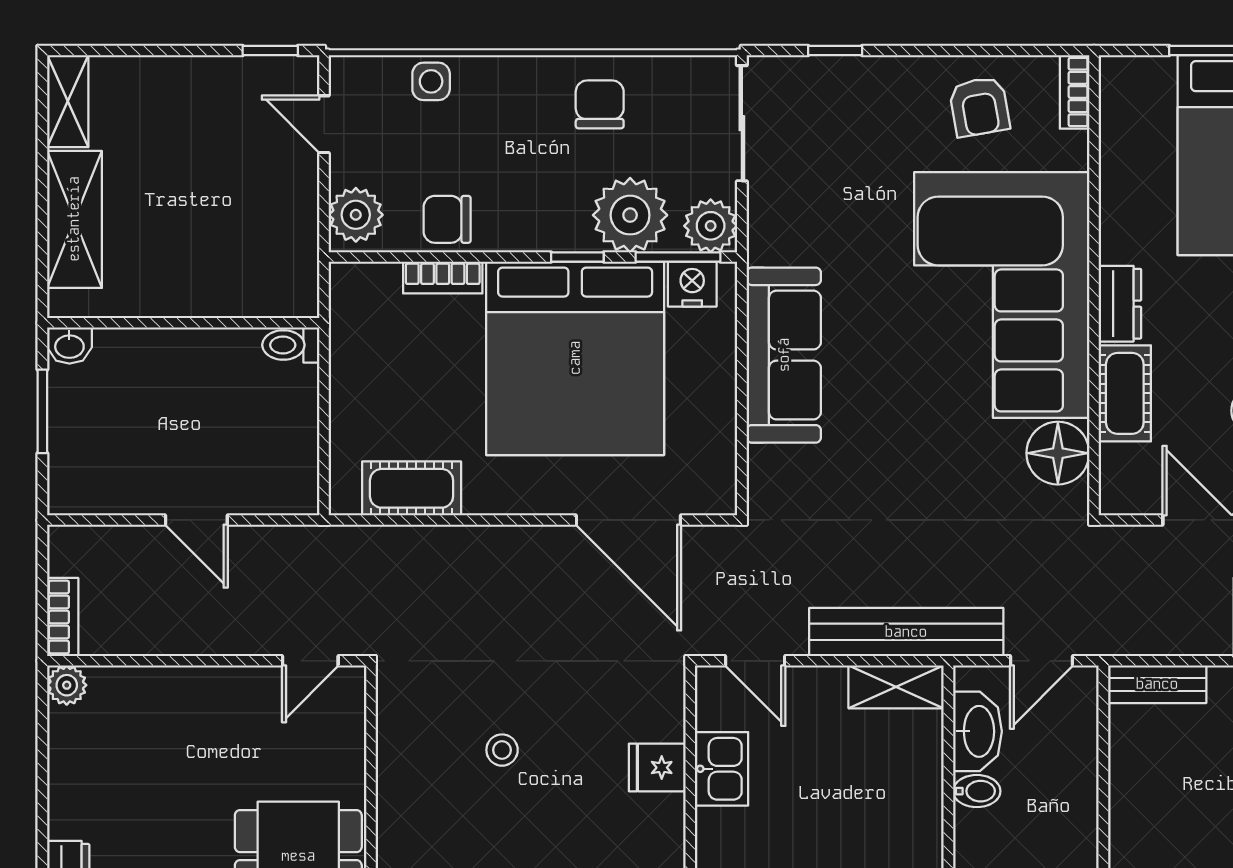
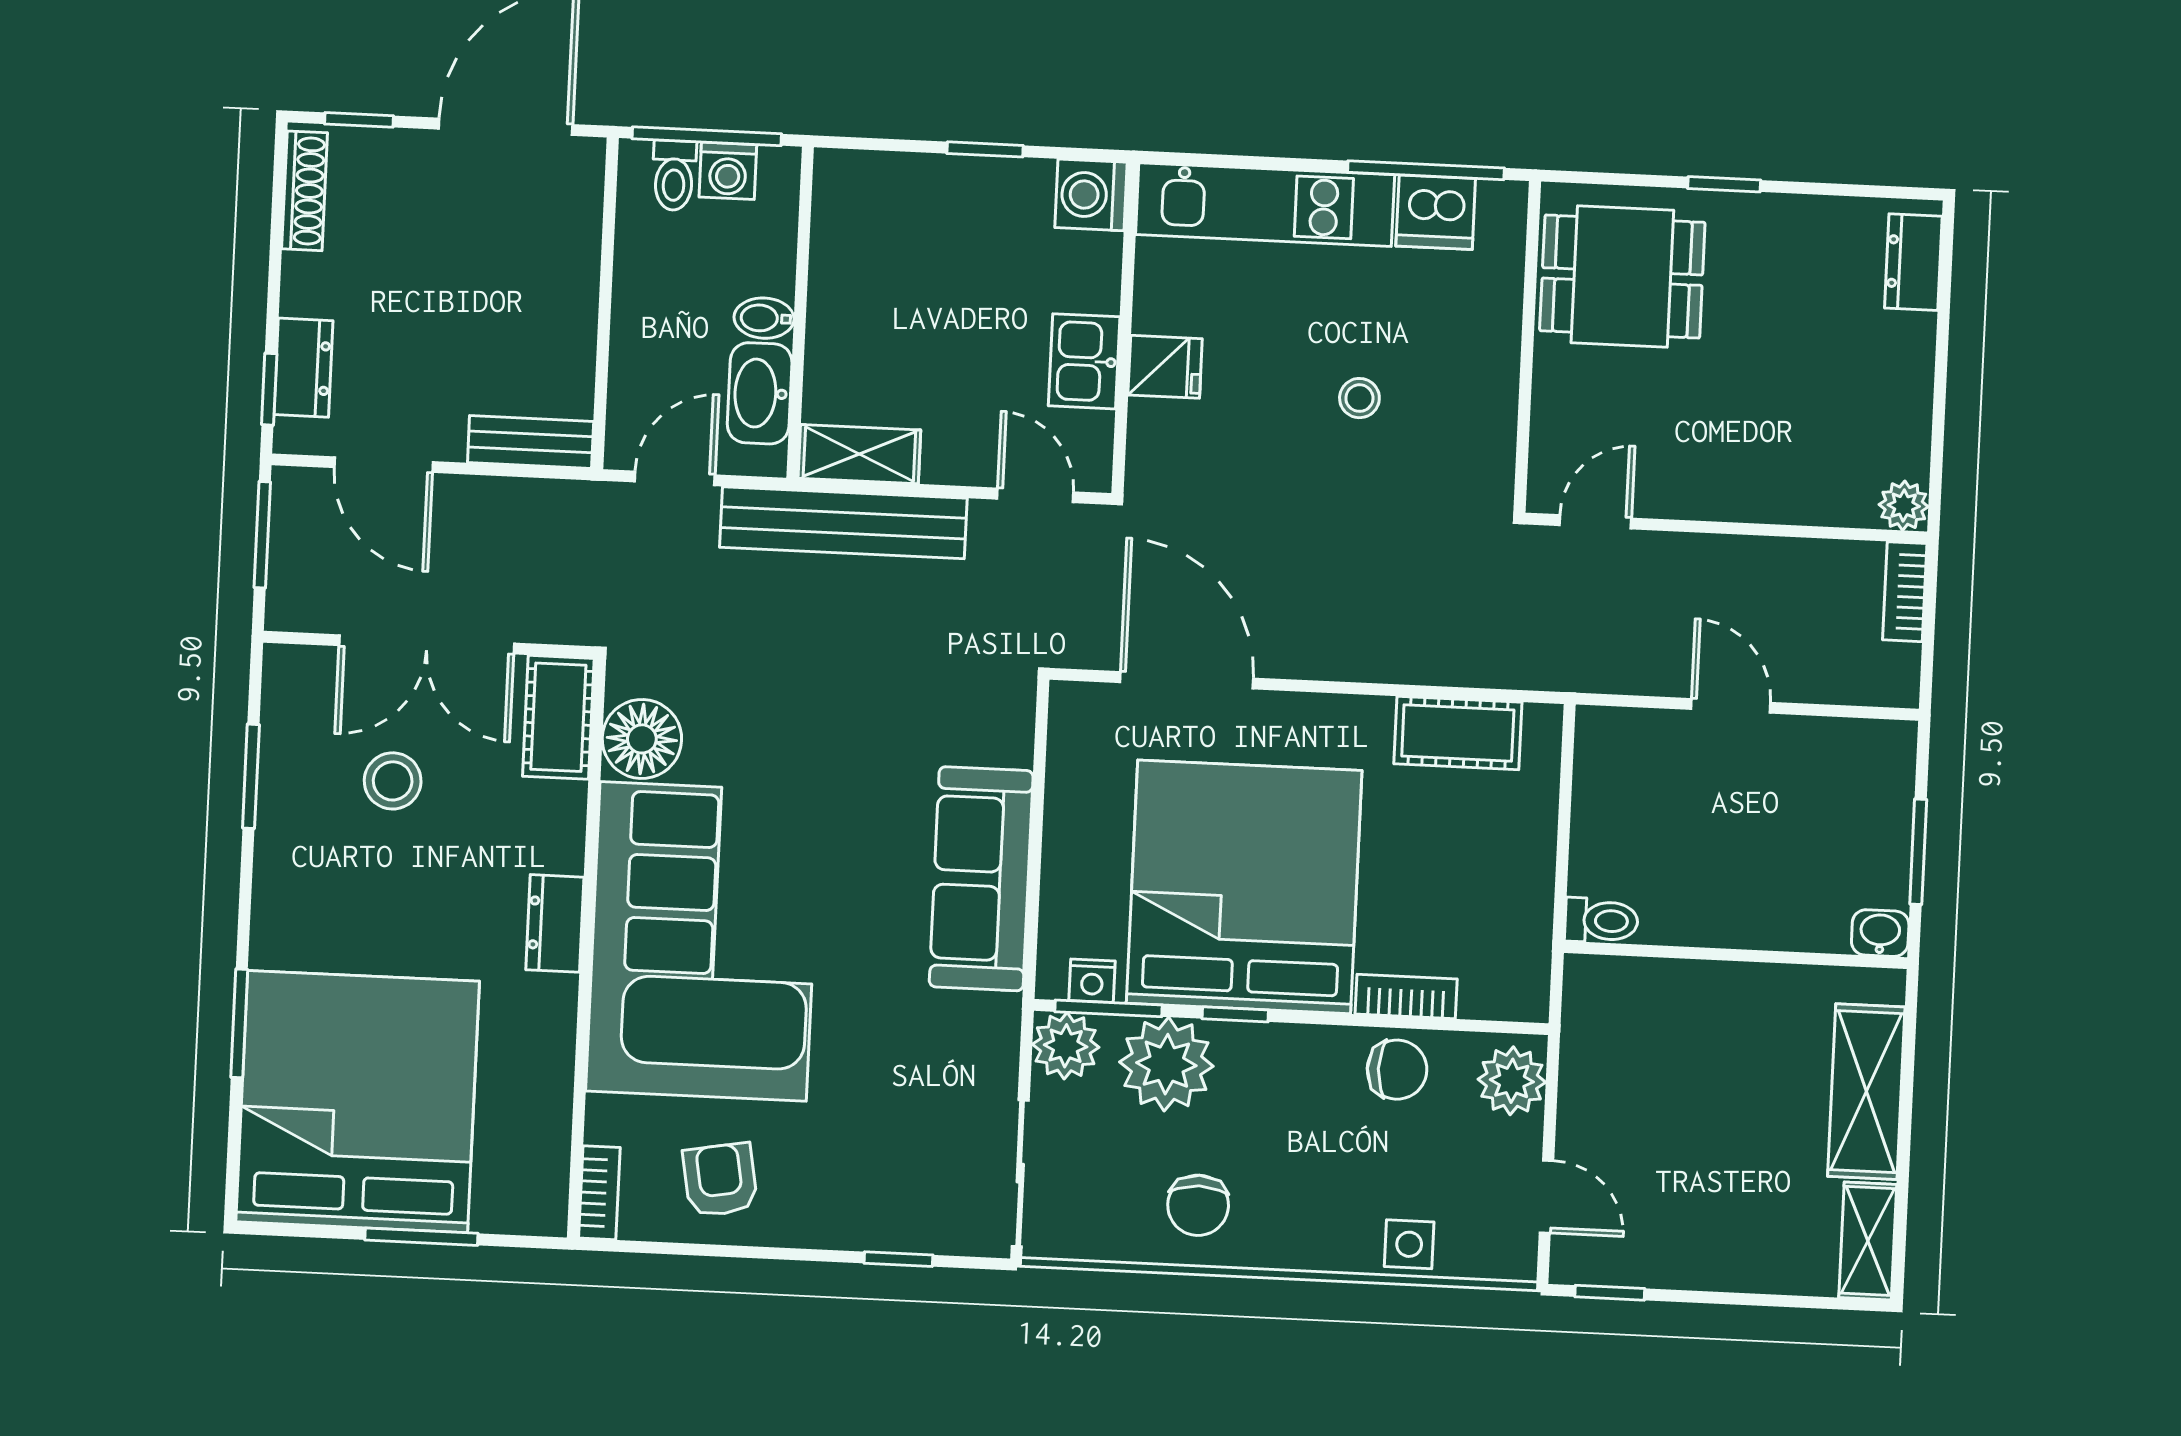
nightstand: (692, 284) -> (1092, 981), width x0.72, depth x0.74
cot: (1125, 393) -> (558, 717), moved

